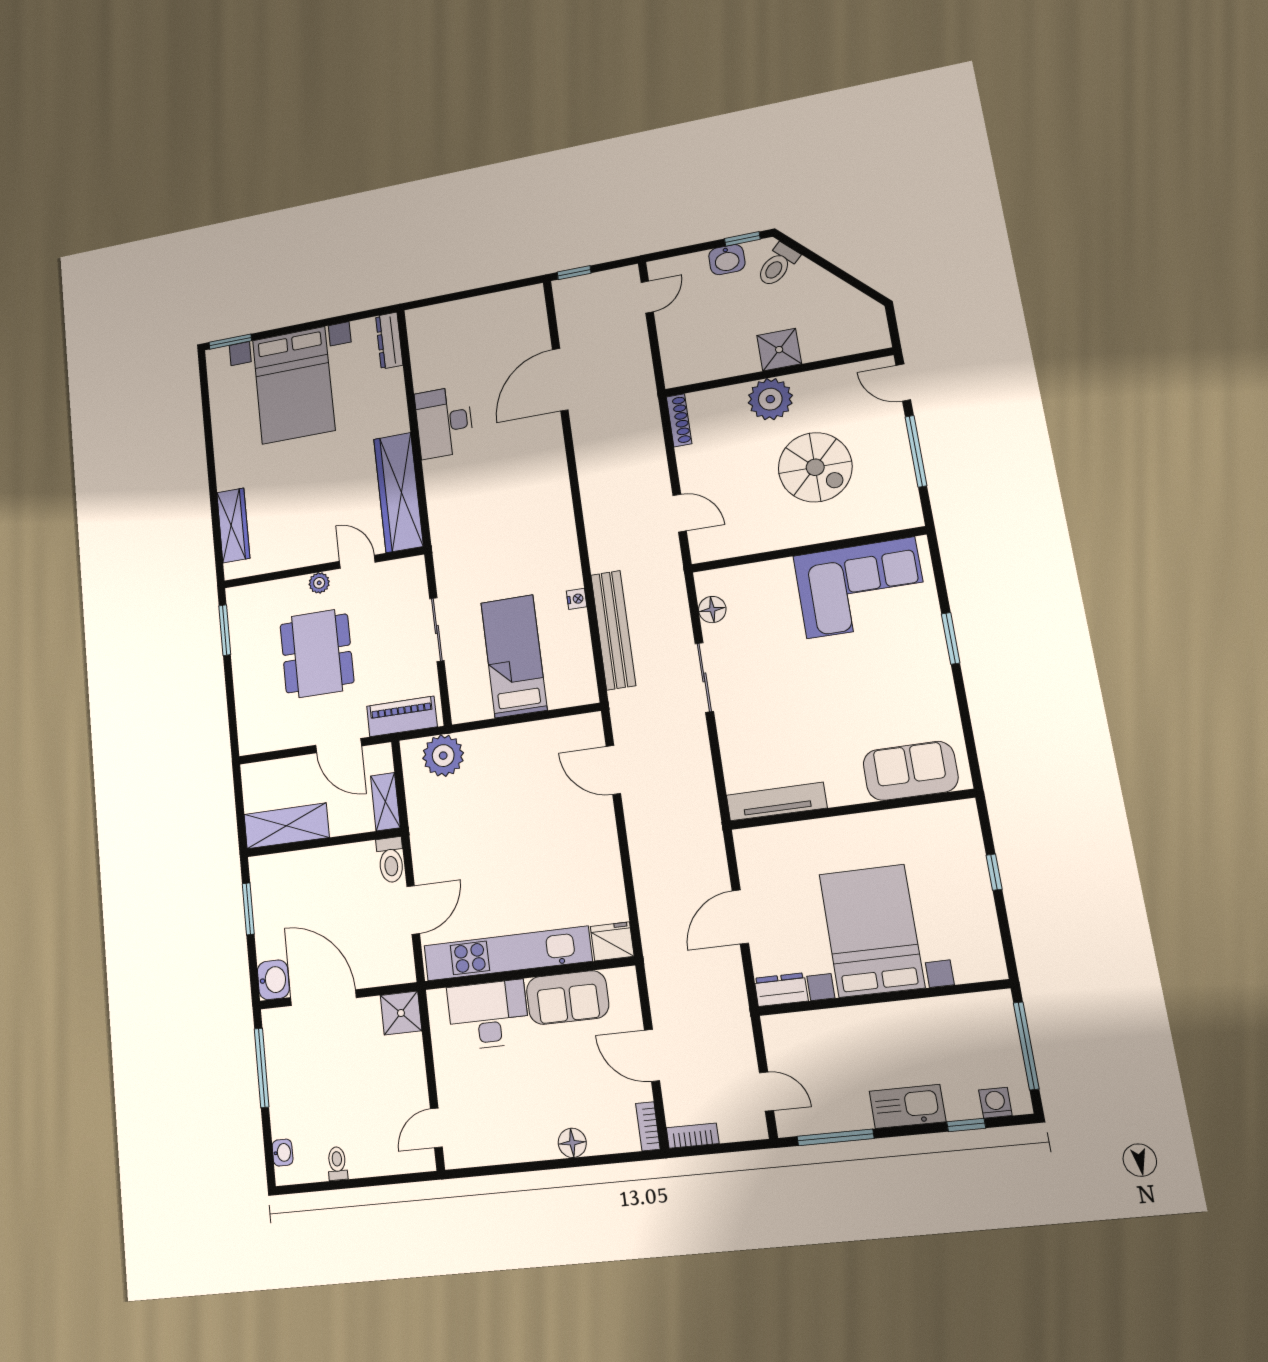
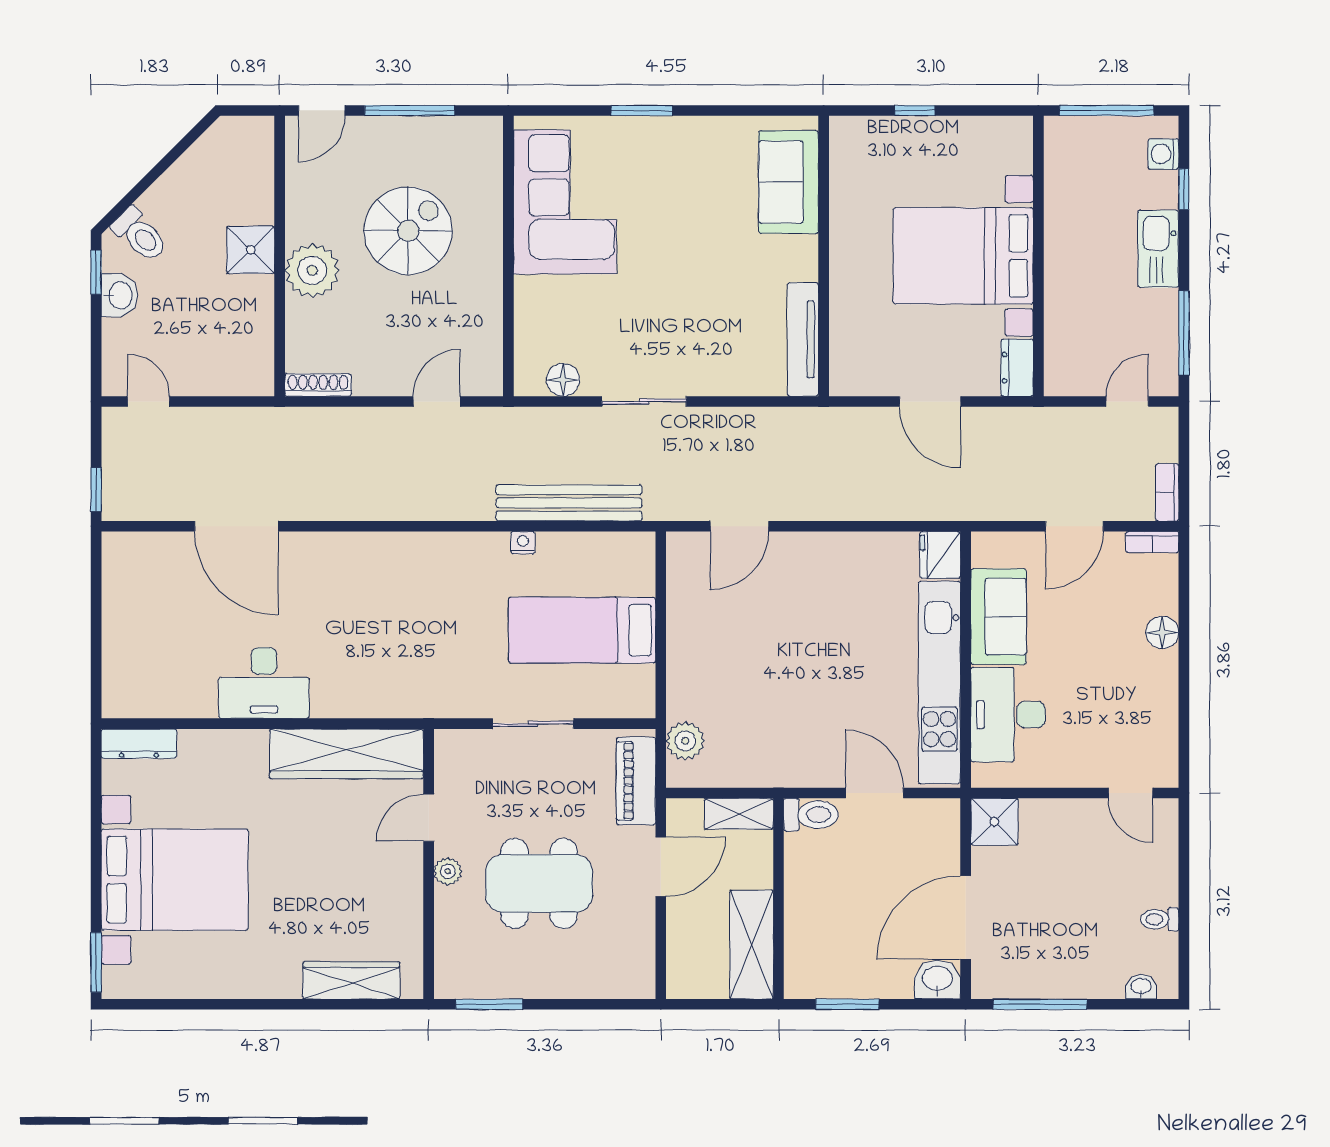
plant: (443, 756) -> (685, 741), width x0.73, depth x0.73

